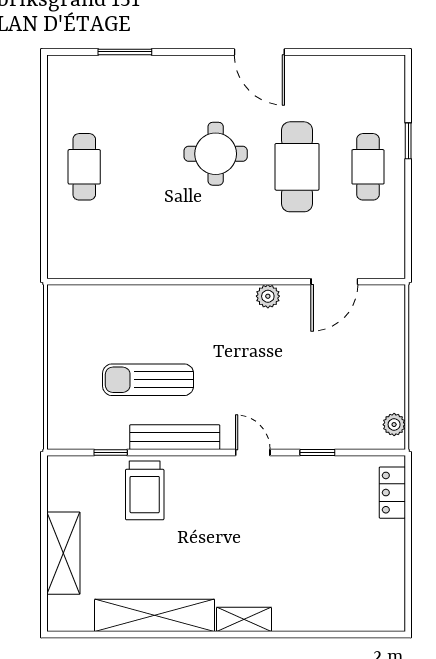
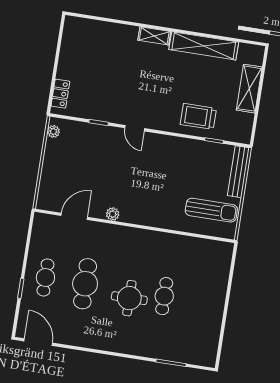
door: (259, 52) -> (38, 342), moved
cafe table: (84, 167) -> (164, 296), moved
sun lounger: (148, 380) -> (211, 210), moved
bench: (175, 437) -> (238, 172), moved, turned 90
trolley: (145, 490) -> (198, 116), turned -90

